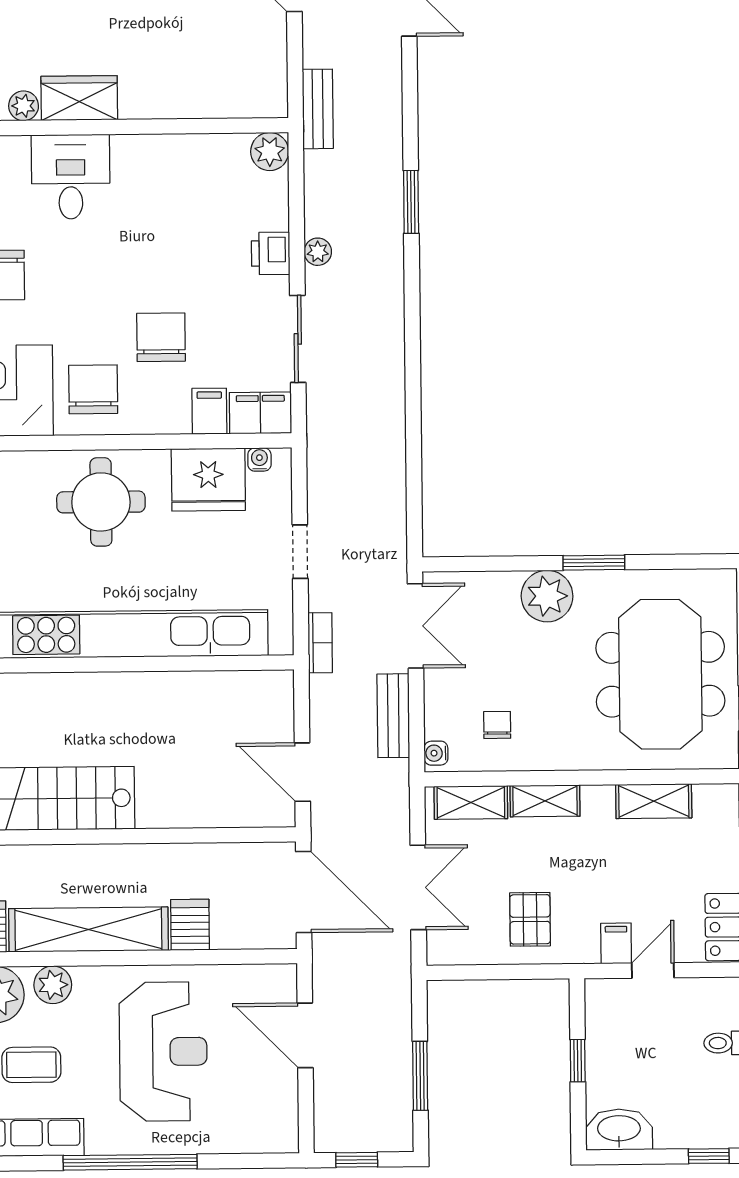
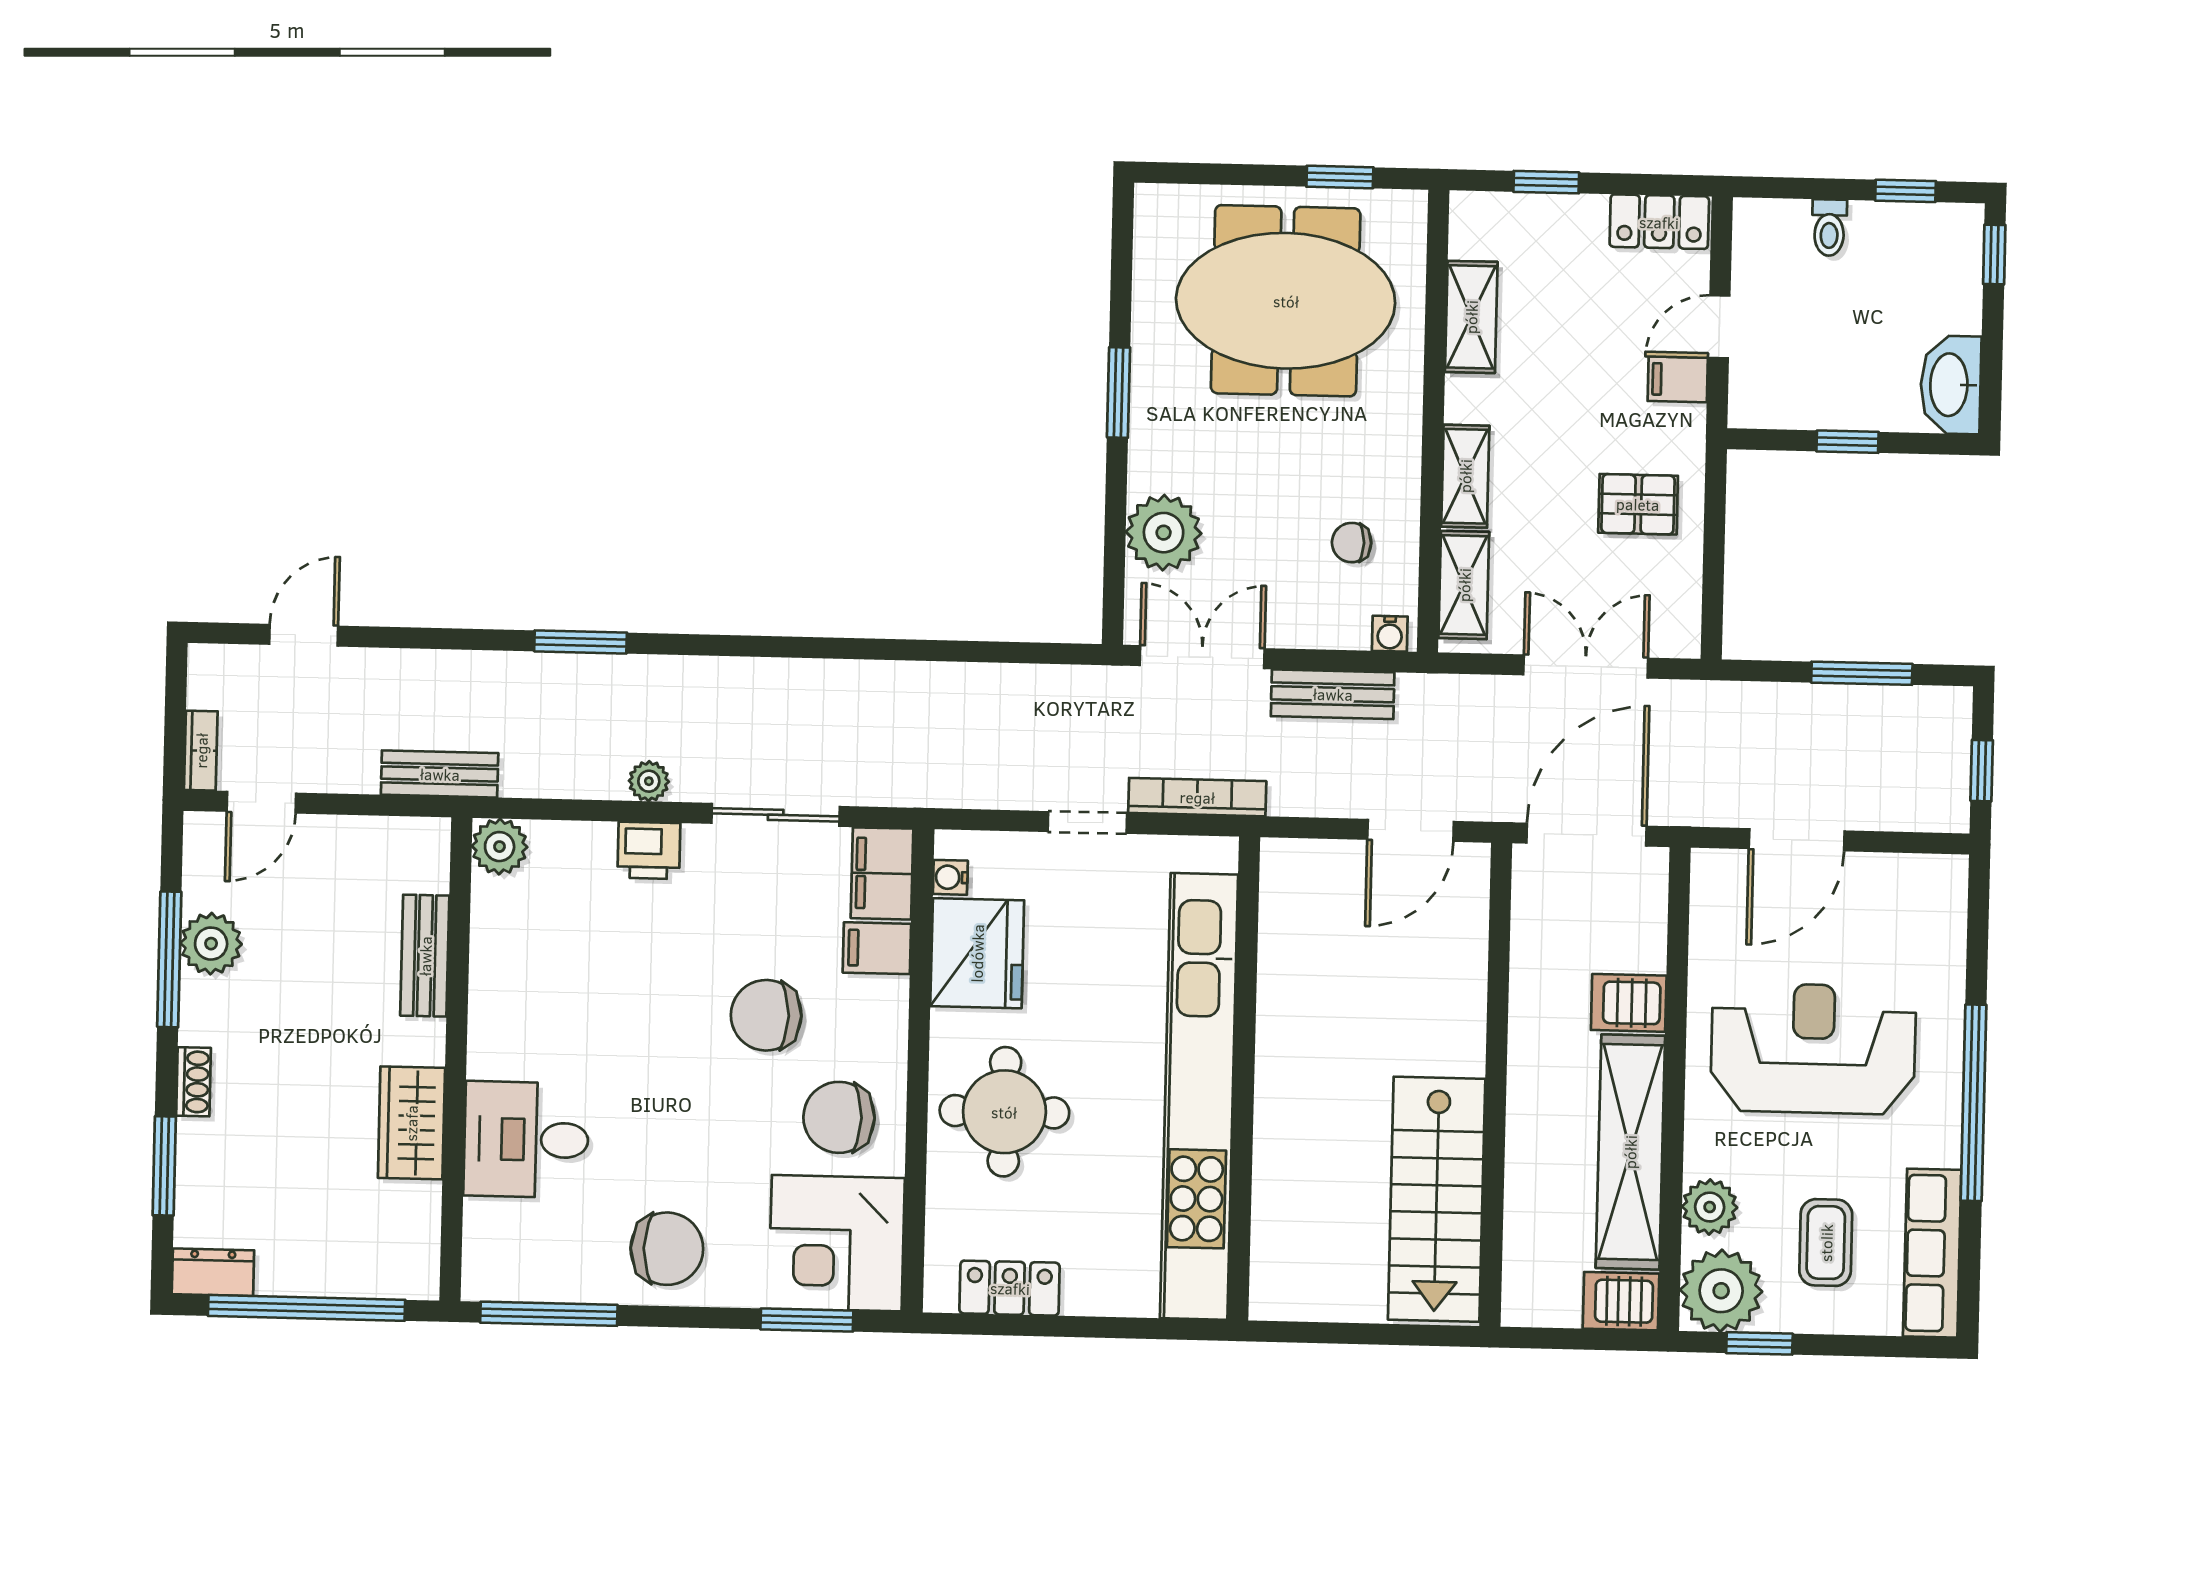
bench: (194, 103) -> (425, 956), added
plant: (24, 106) -> (420, 1205), removed
plant: (547, 596) -> (1164, 533), moved
bookcase: (320, 643) -> (1197, 797), width x1.56
door: (653, 970) -> (1719, 327), hinge flipped

